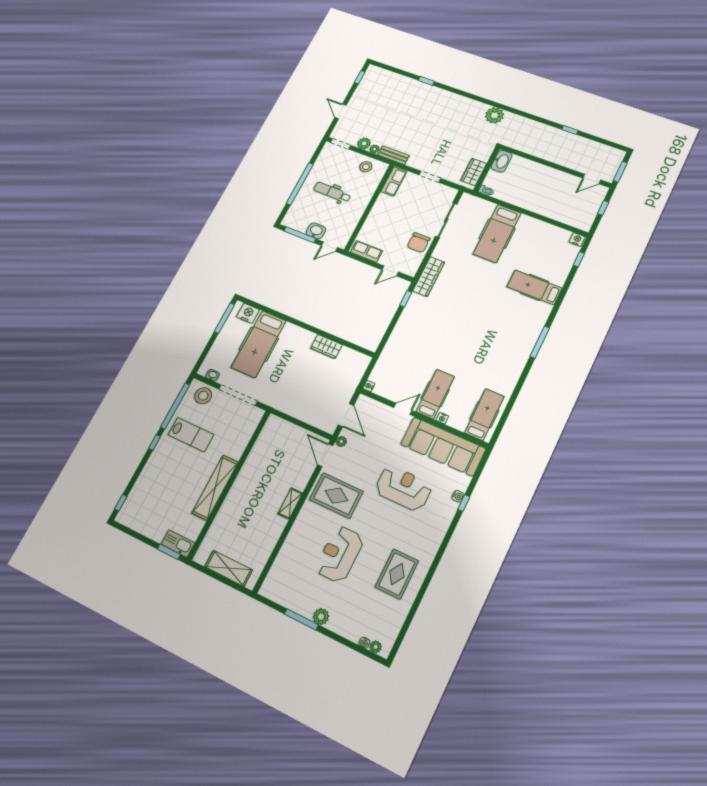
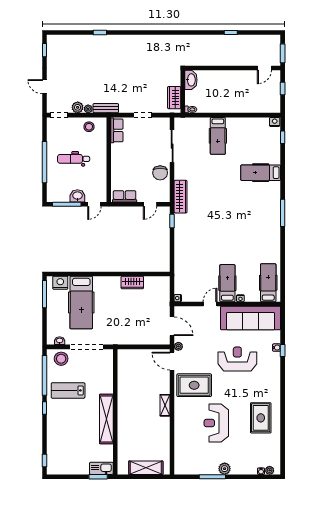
plant: (495, 115) -> (168, 42), removed
hospital bed: (497, 234) -> (218, 136), width x0.73, depth x0.77
lab bench: (191, 435) -> (68, 390), turned 180

